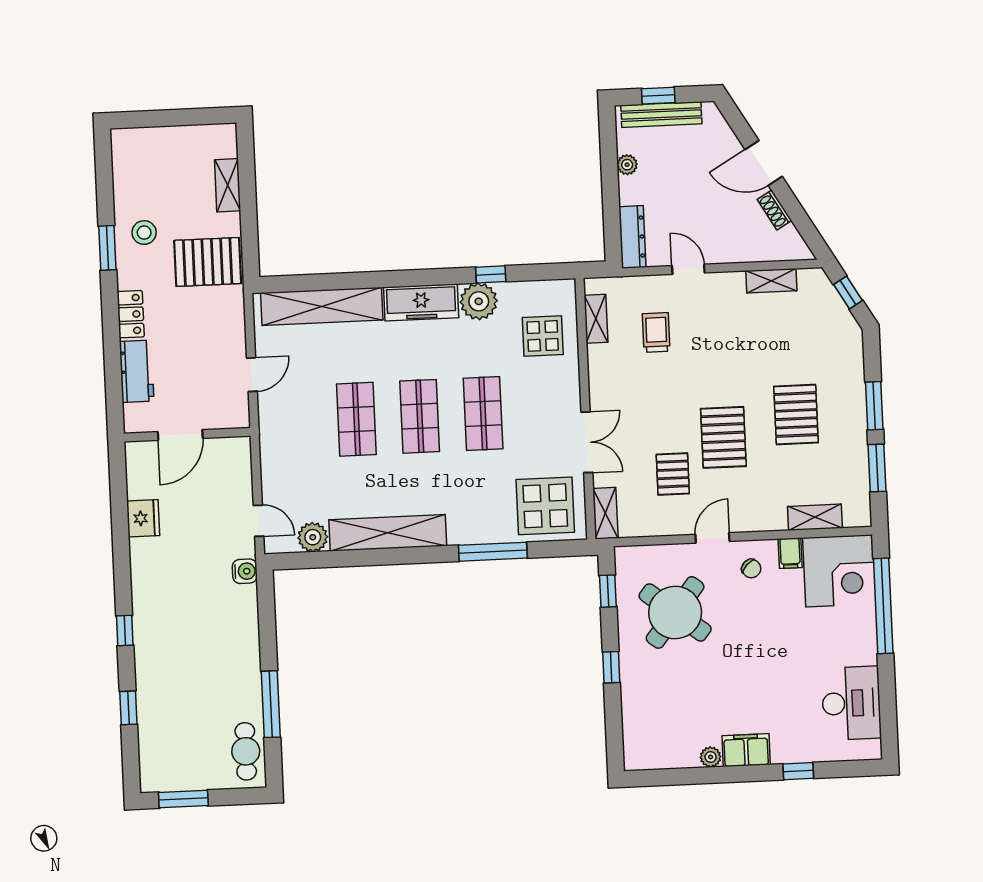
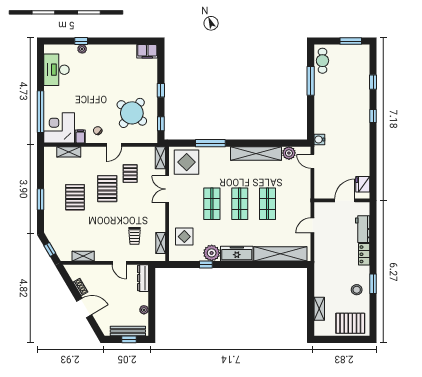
pallet: (208, 262) -> (350, 323), moved
window: (877, 468) -> (41, 172), removed
fridge: (143, 518) -> (363, 184), moved
filing cabinet: (746, 750) -> (147, 51), moved
plant: (711, 757) -> (82, 49), moved

